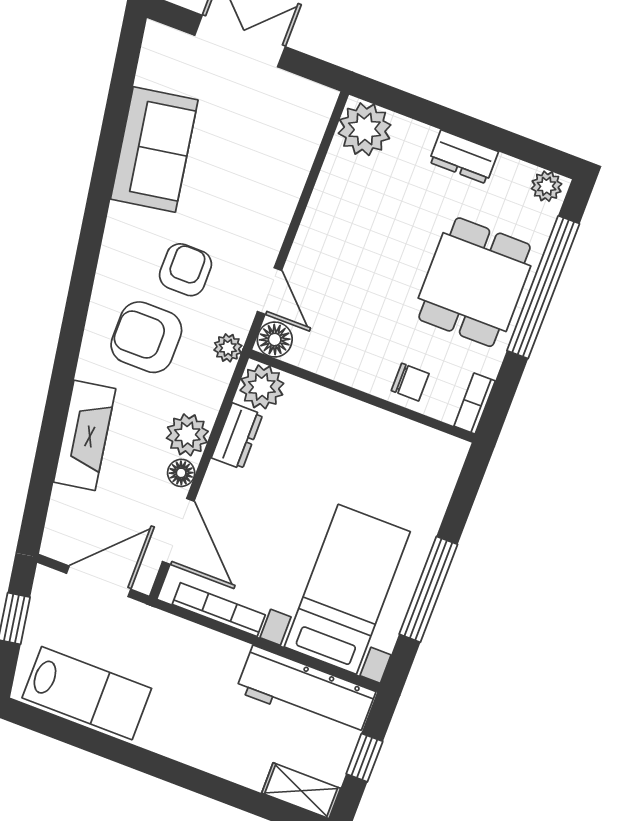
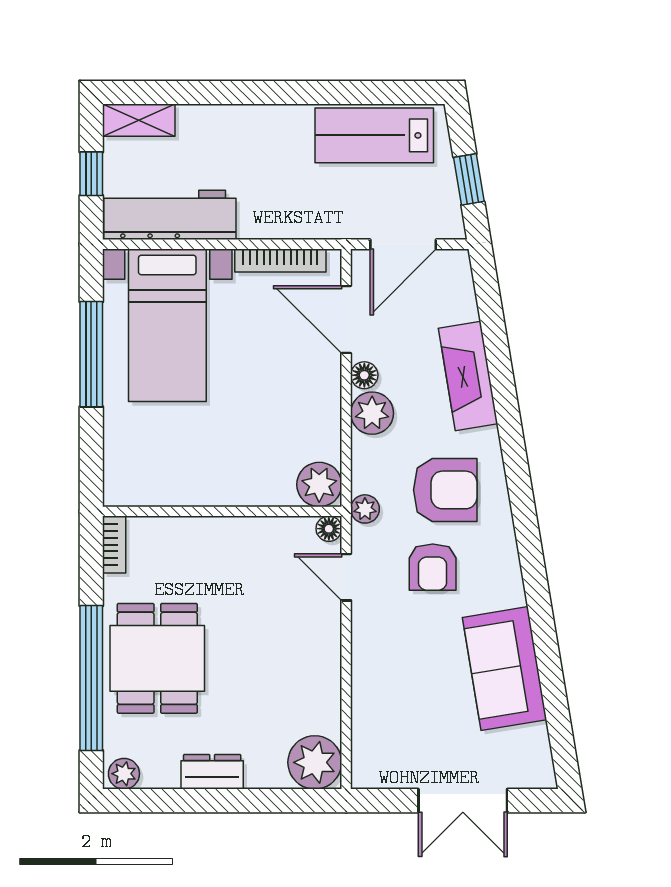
floor lamp: (275, 339) -> (329, 529), width x0.73, depth x0.73
chair: (410, 382) -> (182, 542), removed
dresser: (237, 436) -> (325, 430), removed

